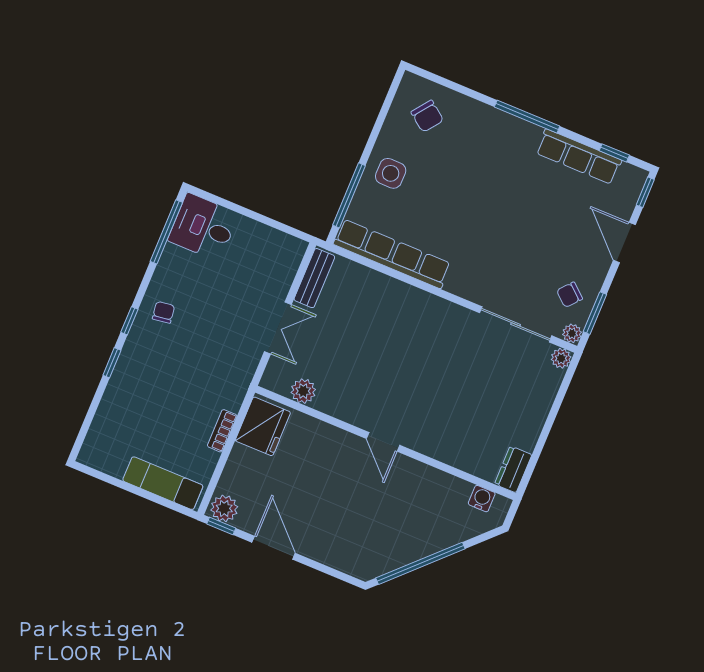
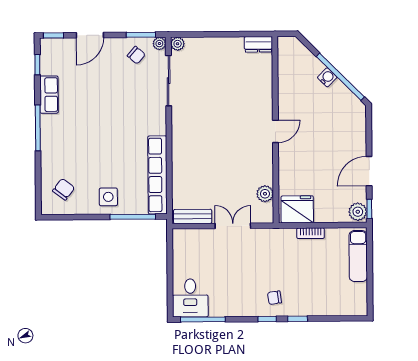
row of seats: (579, 157) -> (49, 95), width x0.68
chair: (163, 312) -> (274, 298), moved
water cooler: (482, 499) -> (327, 77), moved, turned 135

